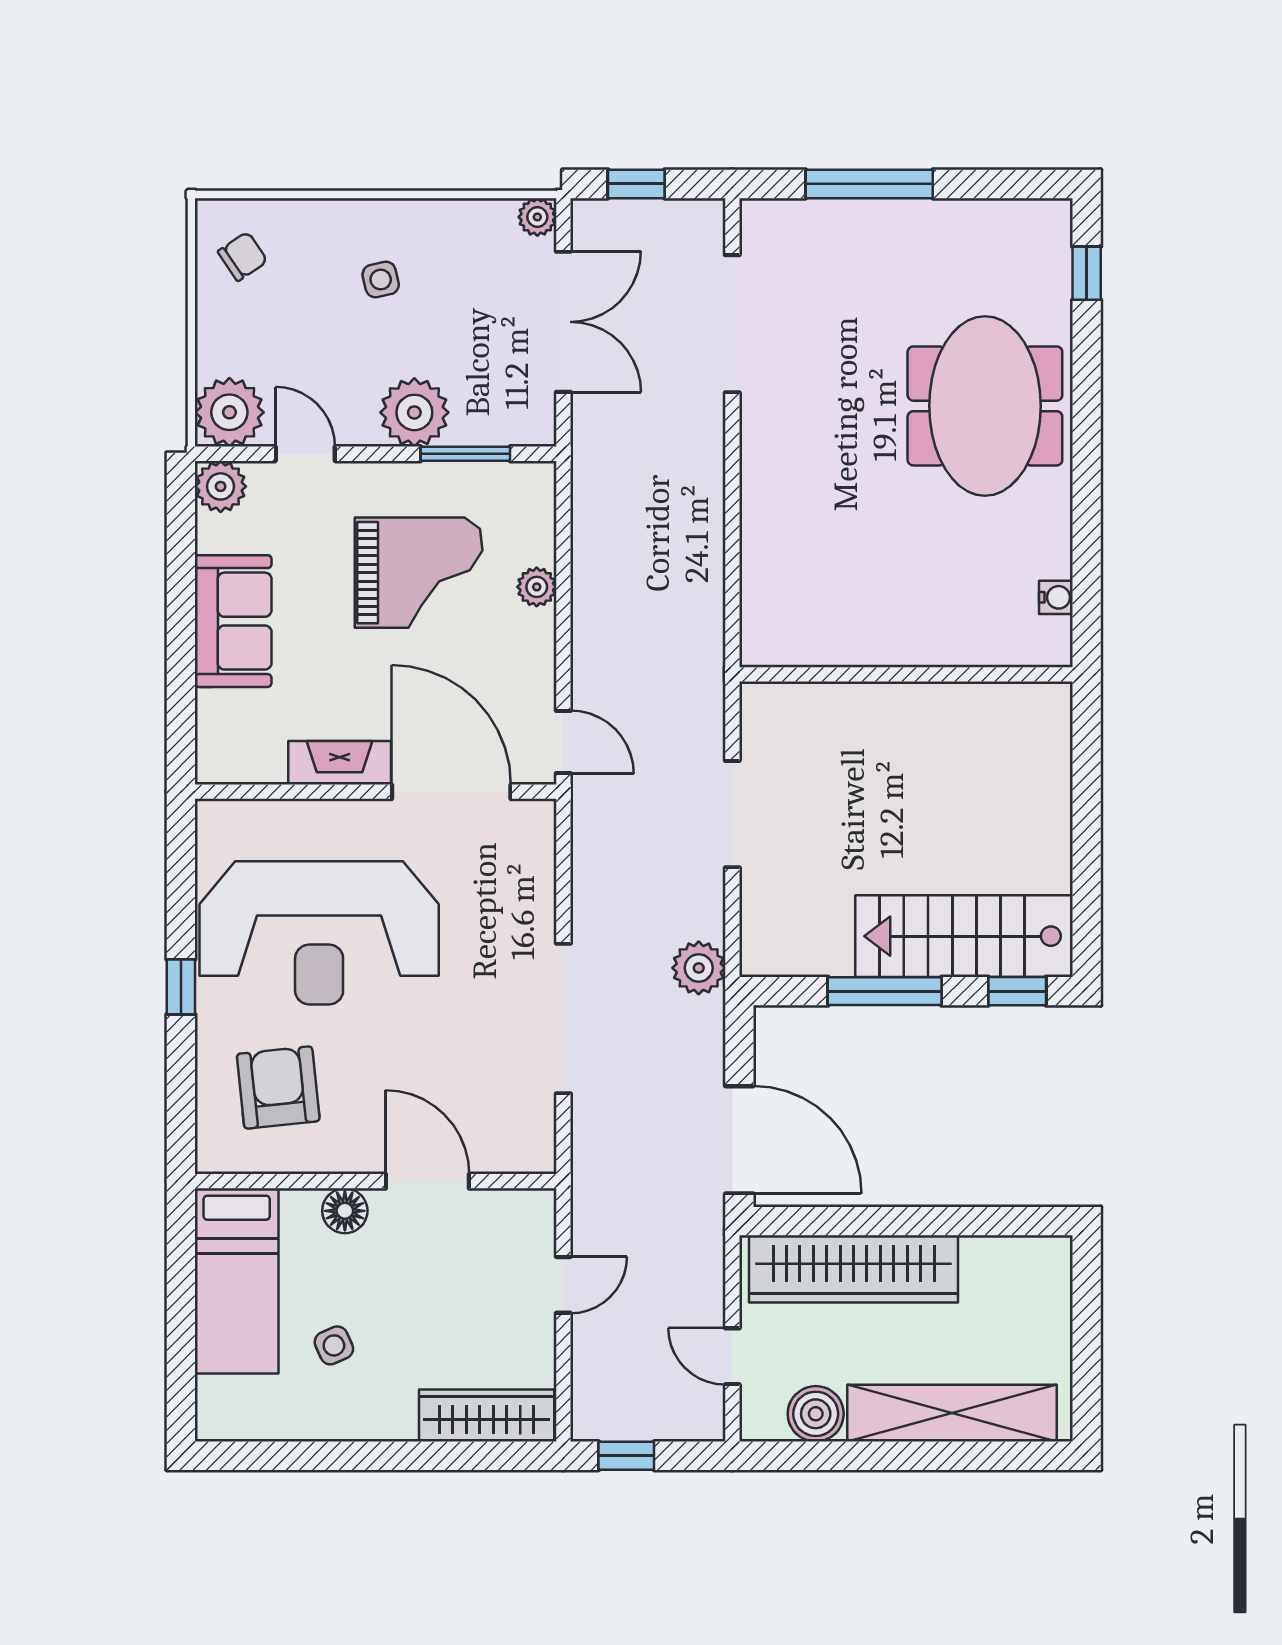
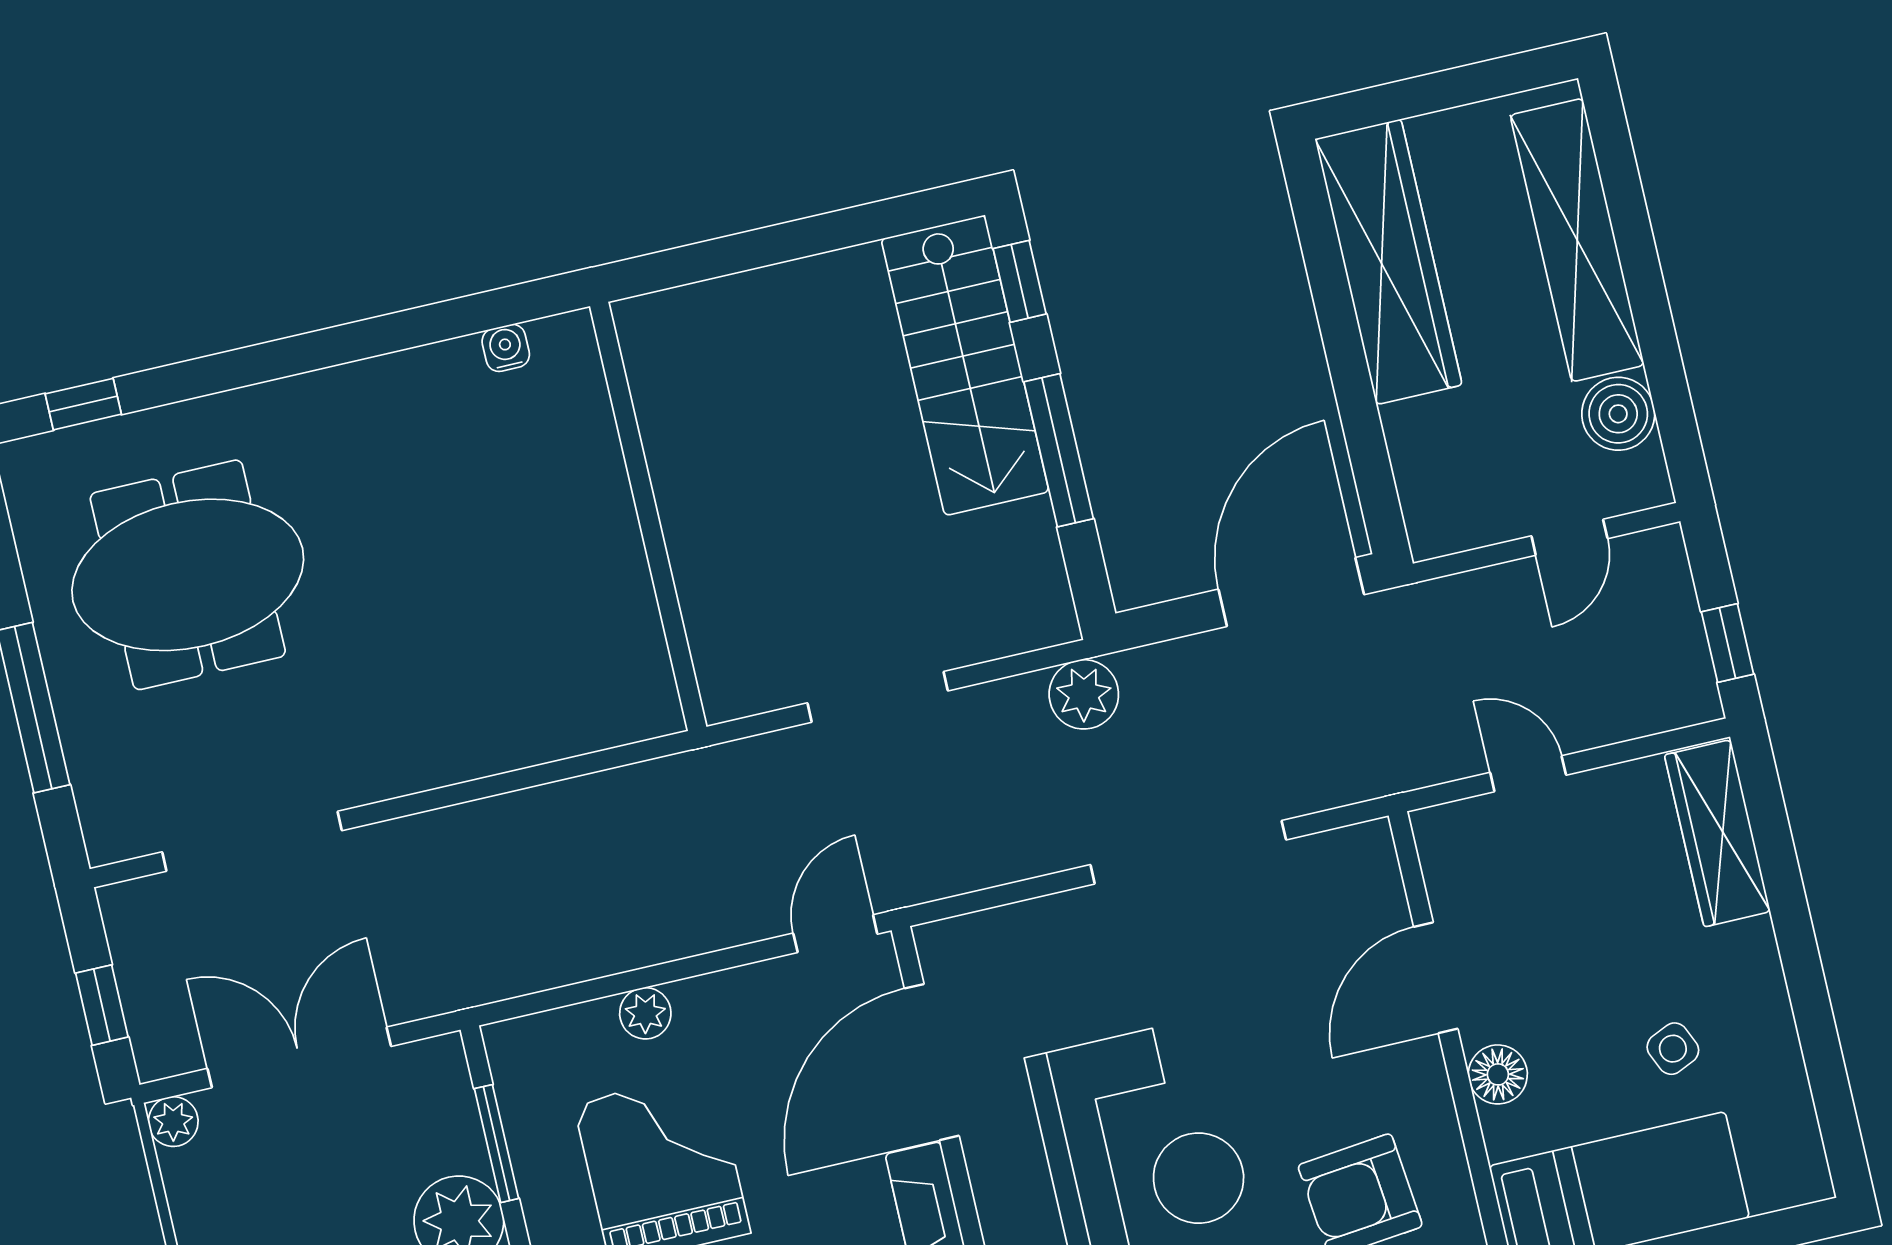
meeting table: (985, 406) -> (188, 575), moved
wardrobe: (854, 1269) -> (1388, 262), moved

